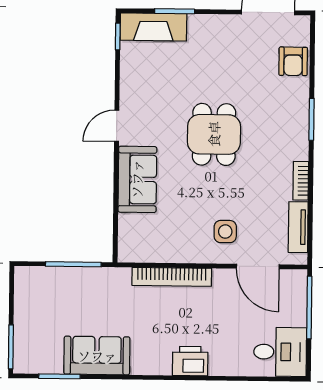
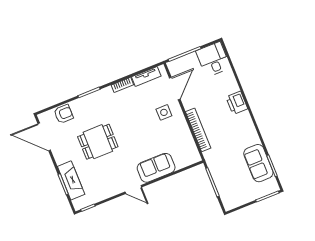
fireplace: (153, 27) -> (71, 180), moved
dining table: (214, 134) -> (98, 142), moved
sofa: (97, 356) -> (258, 163), moved

